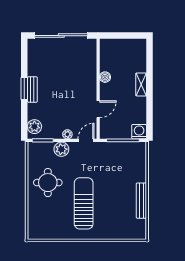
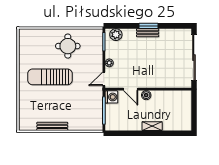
boiler: (105, 77) -> (146, 95), moved
washing machine: (139, 132) -> (111, 97), moved
door: (86, 140) -> (104, 79), swing flipped
plant: (61, 149) -> (96, 58), removed
sun lounger: (84, 203) -> (50, 77), turned 180

